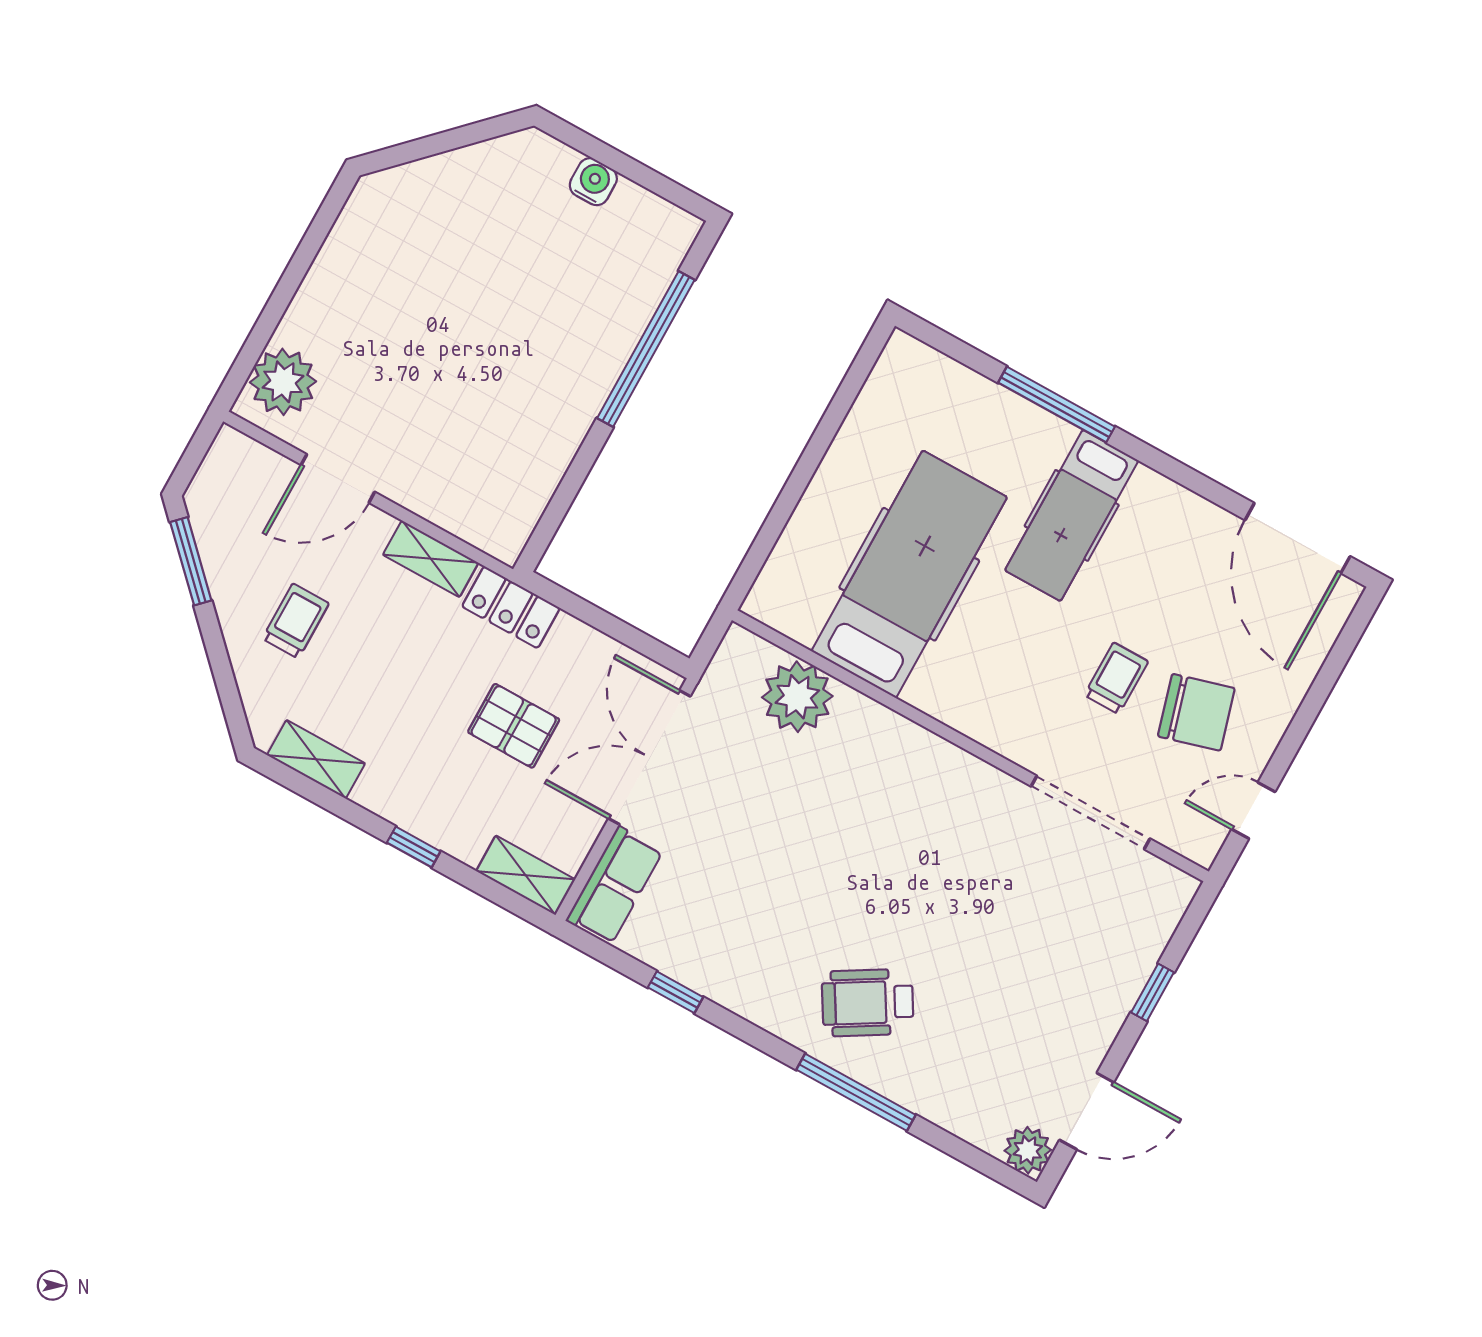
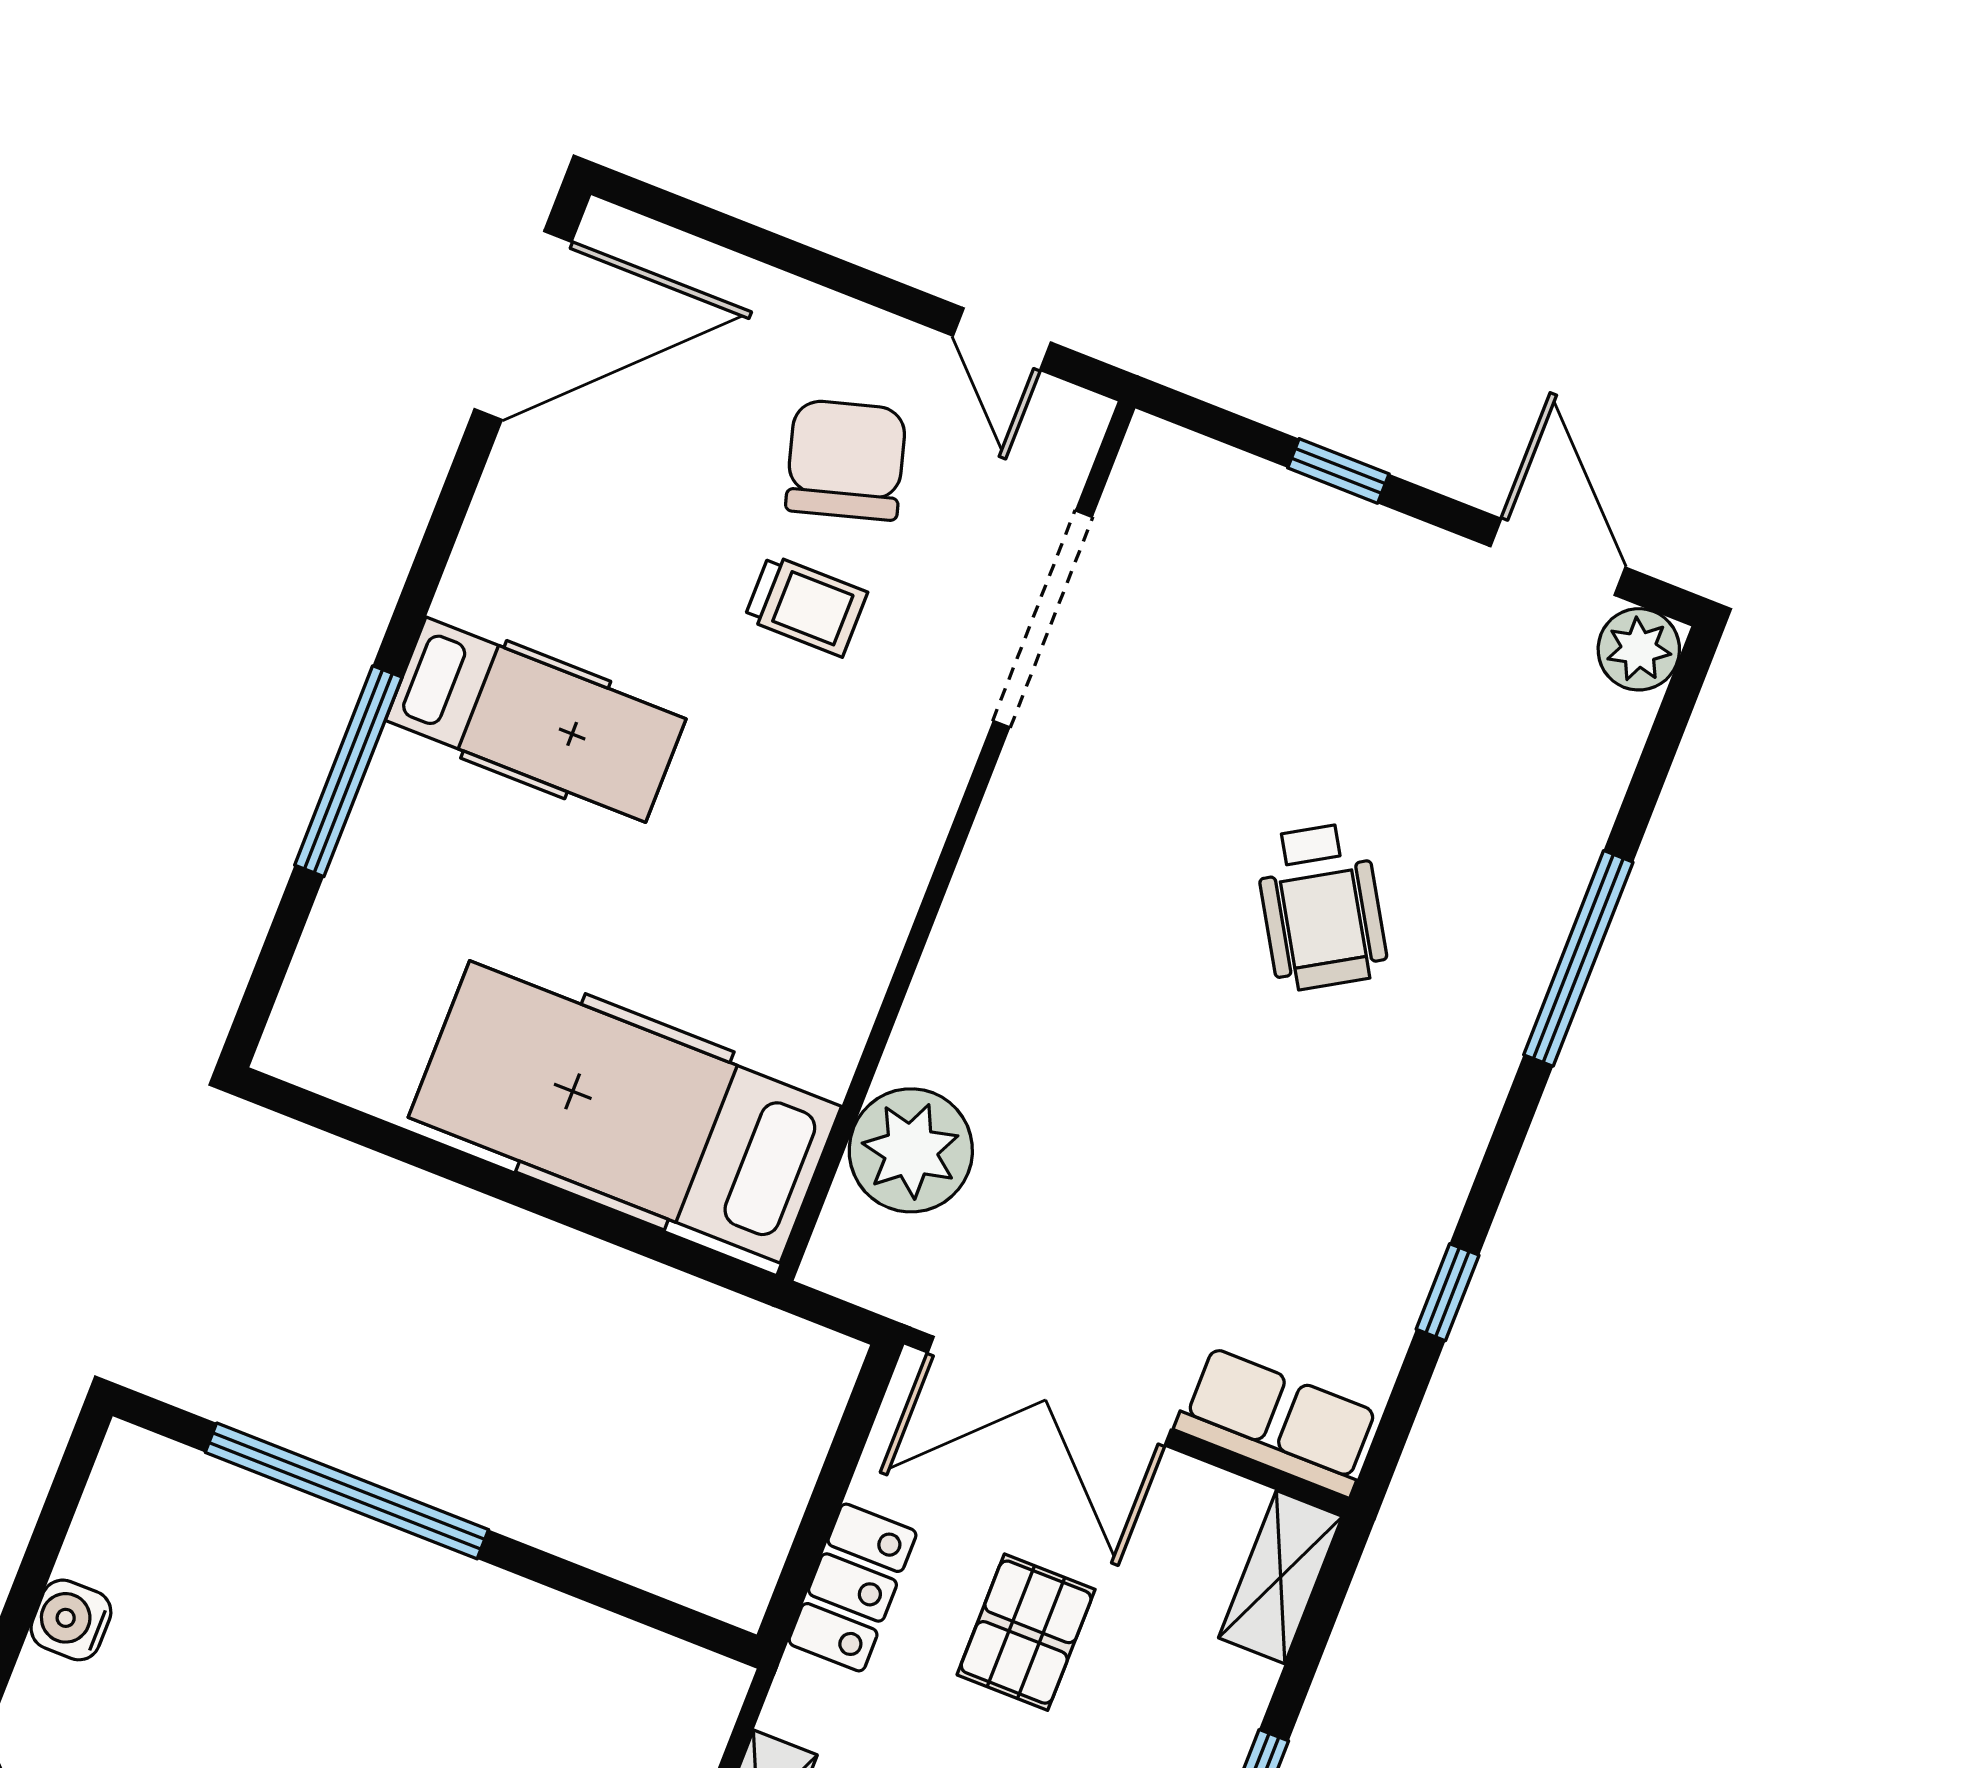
hospital bed: (909, 574) -> (625, 1112), moved
locker: (511, 607) -> (853, 1587), moved
trolley: (1116, 678) -> (806, 606), turned 180
wheelchair: (868, 1003) -> (1321, 907), moved

